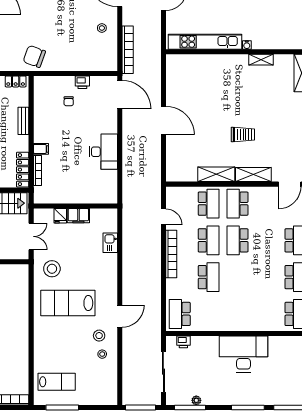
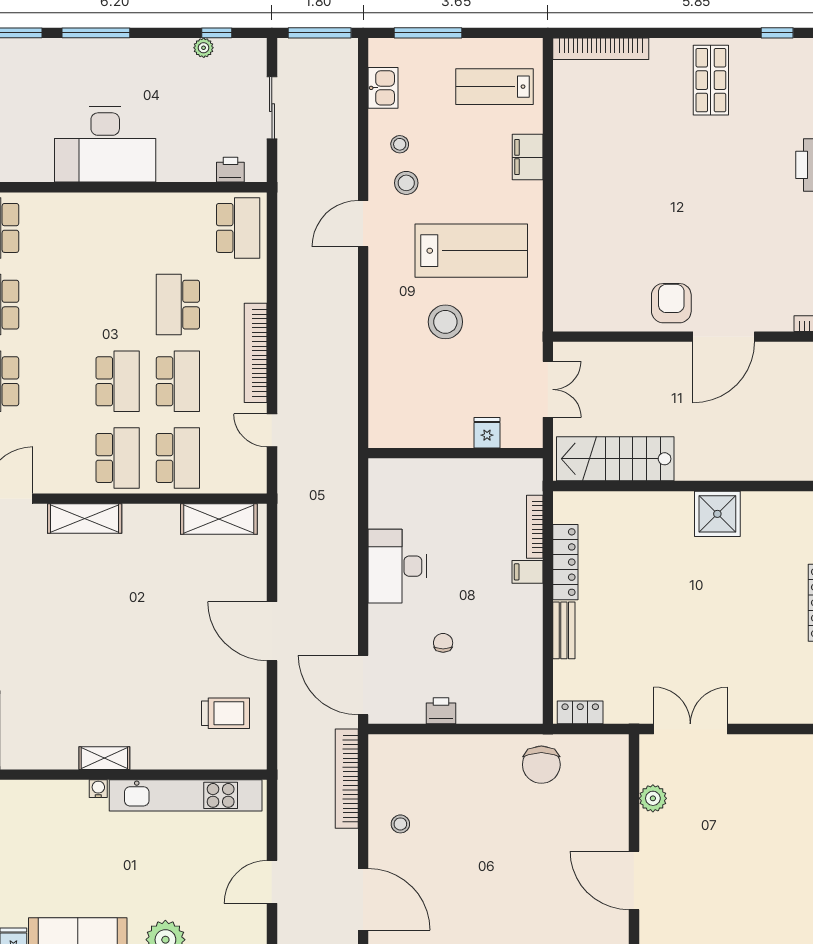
chair: (34, 56) -> (541, 765), turned 70
shelving: (261, 60) -> (104, 758), moved
chair: (69, 101) -> (443, 643), moved
trolley: (243, 134) -> (225, 713), moved, turned 180
locker: (23, 170) -> (565, 562), moved
shelving: (216, 174) -> (219, 519), moved
school desk: (209, 204) -> (178, 458), turned 180
filing cabinet: (78, 216) -> (528, 157), moved, turned -90
double door: (31, 236) -> (548, 389), swing flipped
school desk: (209, 240) -> (178, 381), turned 180
kitchen sink: (110, 243) -> (383, 88), moved
stool: (52, 269) -> (445, 322), moved
sliding door: (163, 372) -> (272, 108), width x0.73
window: (62, 408) -> (428, 33), moved
window: (190, 408) -> (217, 33), width x0.46

